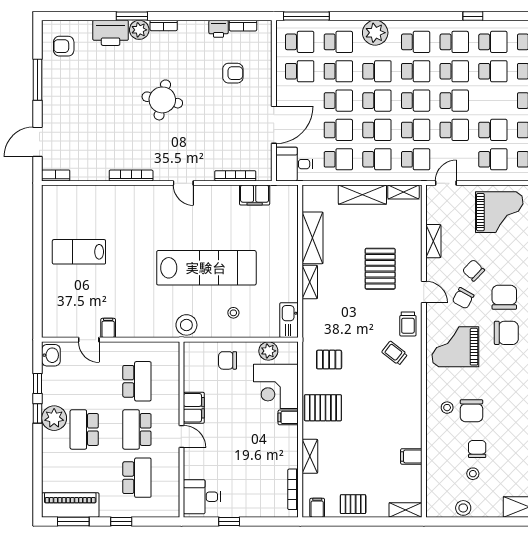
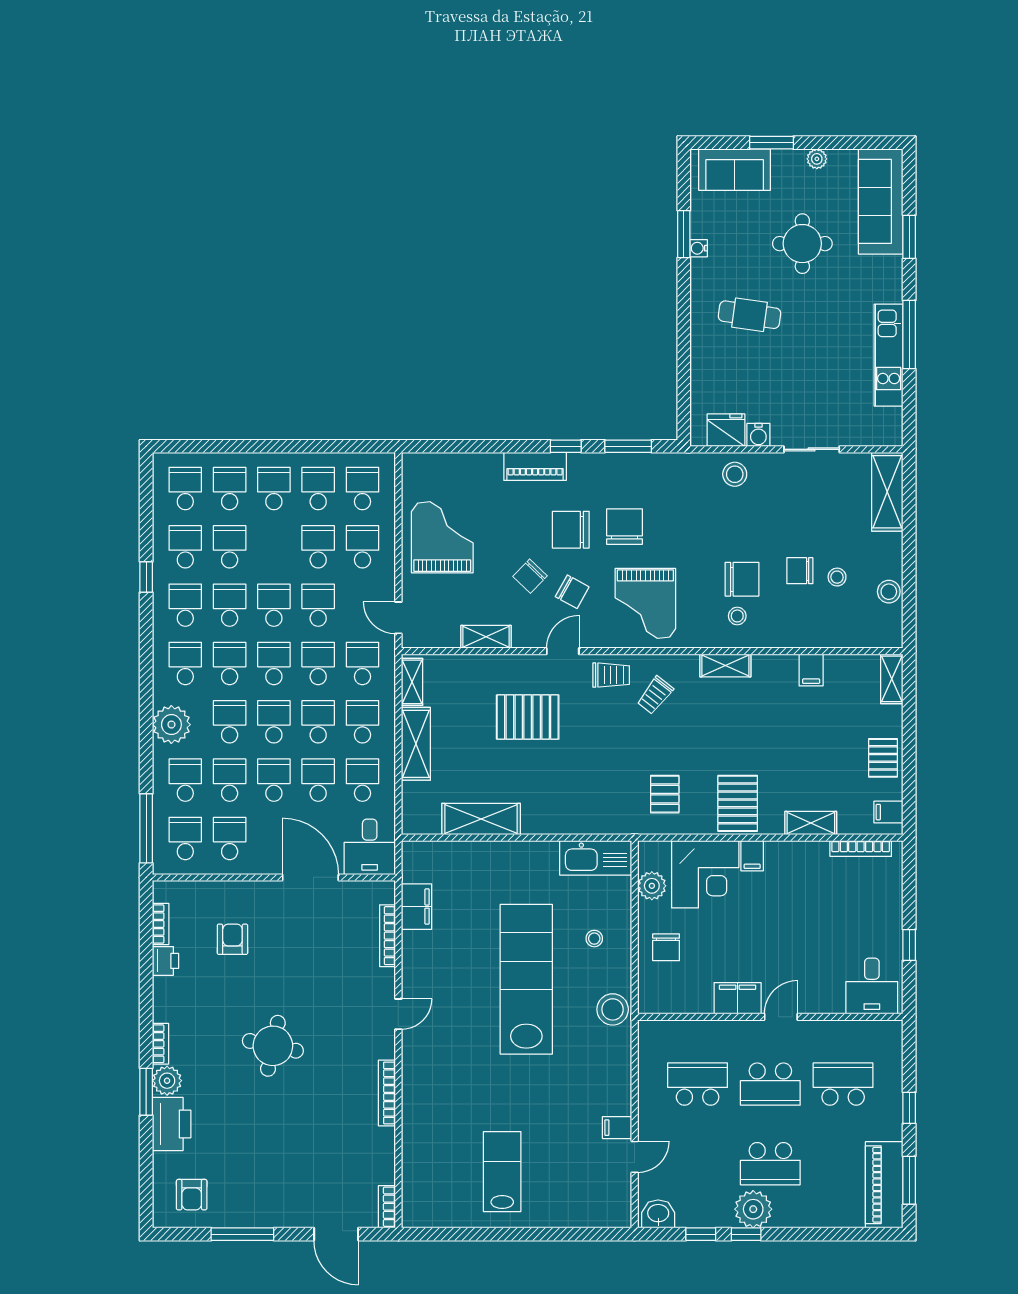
lab bench: (79, 252) -> (502, 1172), turned 180
shelving: (310, 282) -> (725, 665), moved
kitchen sink: (289, 320) -> (596, 858), width x1.36, depth x1.24

